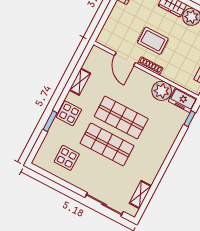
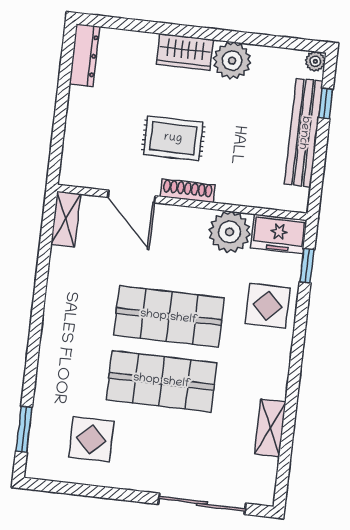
shelving: (80, 82) -> (66, 219), moved
display table: (69, 113) -> (268, 306), moved
window: (50, 121) -> (24, 429), moved
shelving: (140, 195) -> (270, 428), moved

